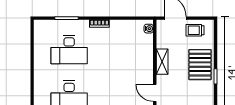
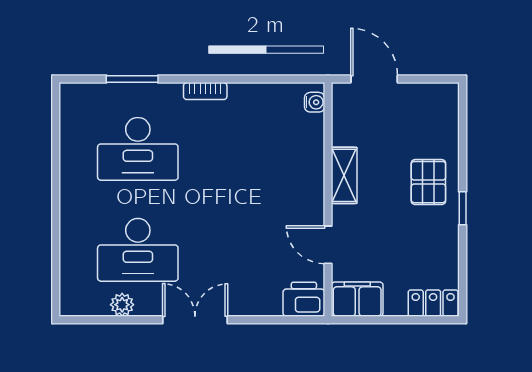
trolley: (195, 30) -> (417, 106), removed
pallet: (200, 65) -> (428, 182), width x0.67, depth x0.71

